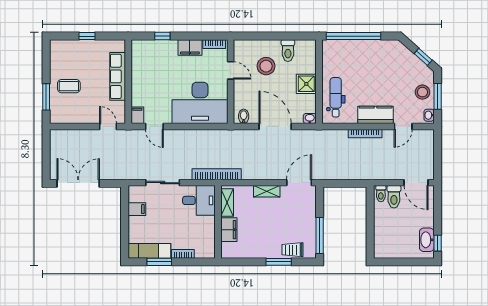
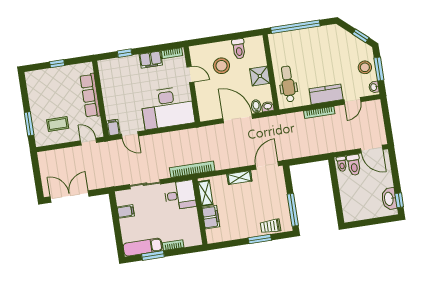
coffee table: (69, 86) -> (58, 124), moved
bidet: (244, 116) -> (256, 106), moved

